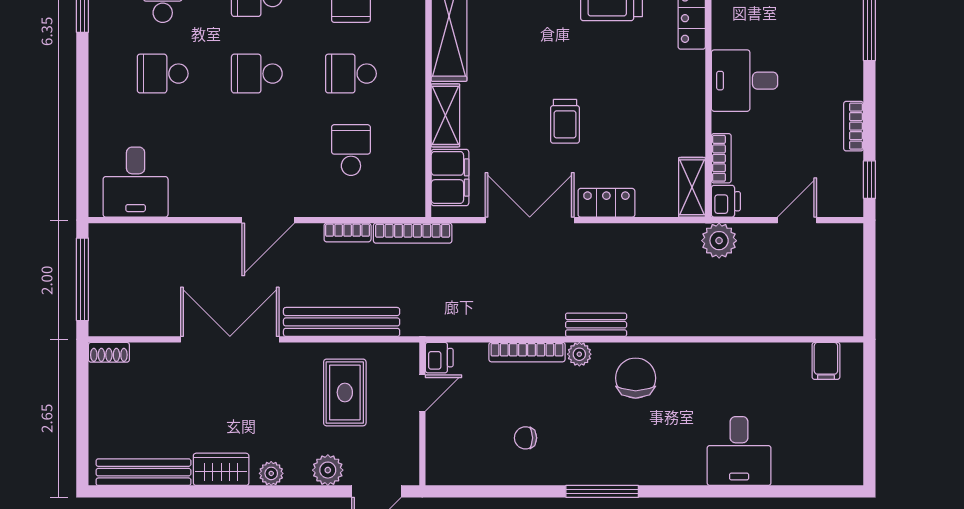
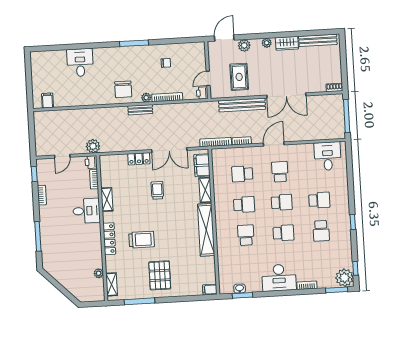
school desk: (257, 150) -> (280, 172), added
school desk: (351, 150) -> (242, 174), turned 90
shelving: (692, 187) -> (107, 199), moved

